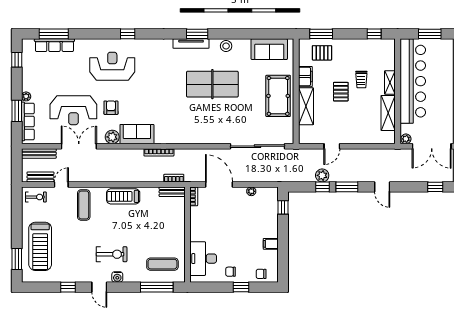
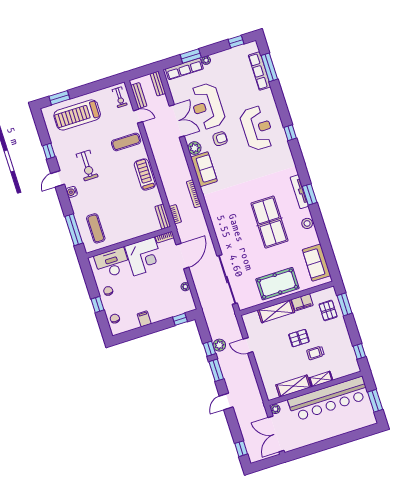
bench: (39, 153) -> (158, 84), width x0.73
corner desk: (207, 224) -> (144, 256), added
exercise bike: (112, 254) -> (87, 166), moved

